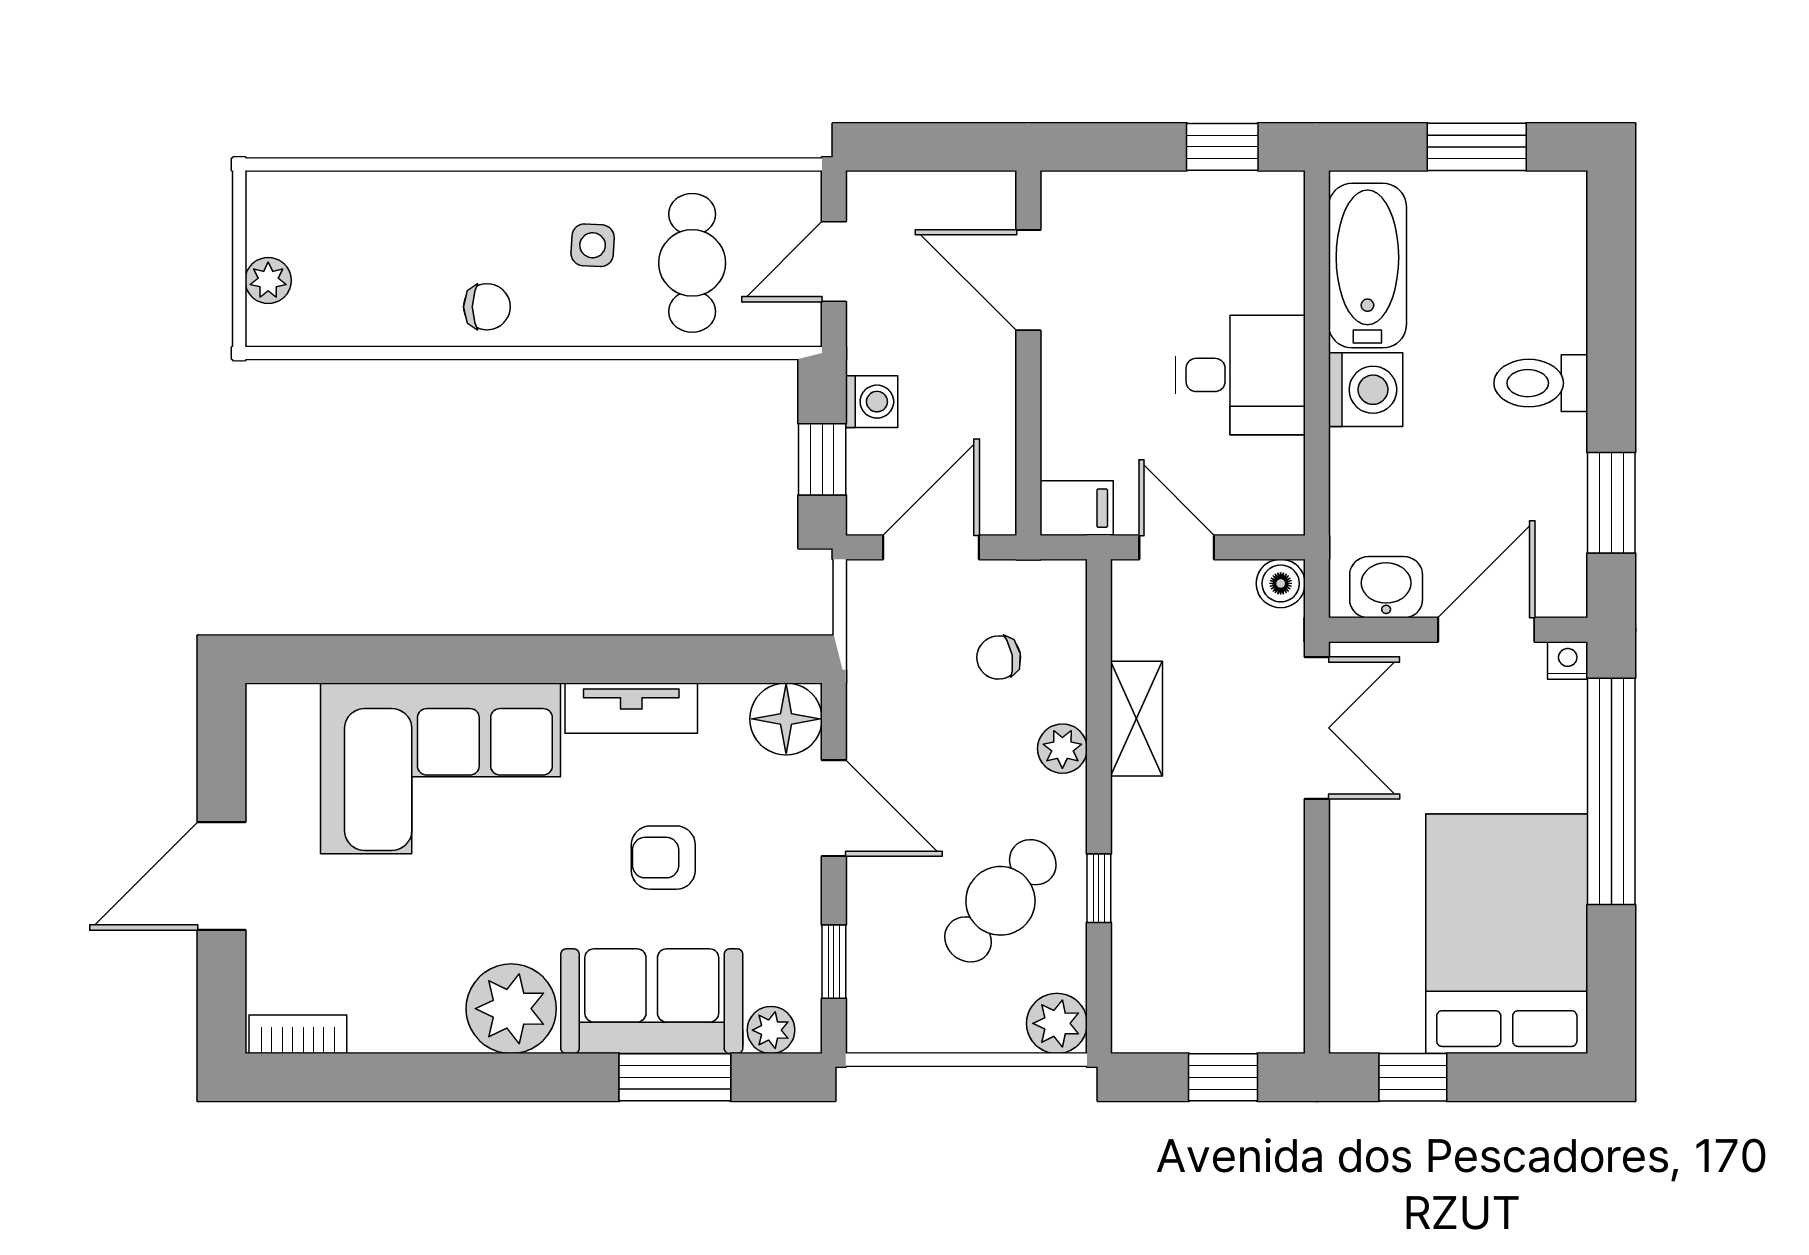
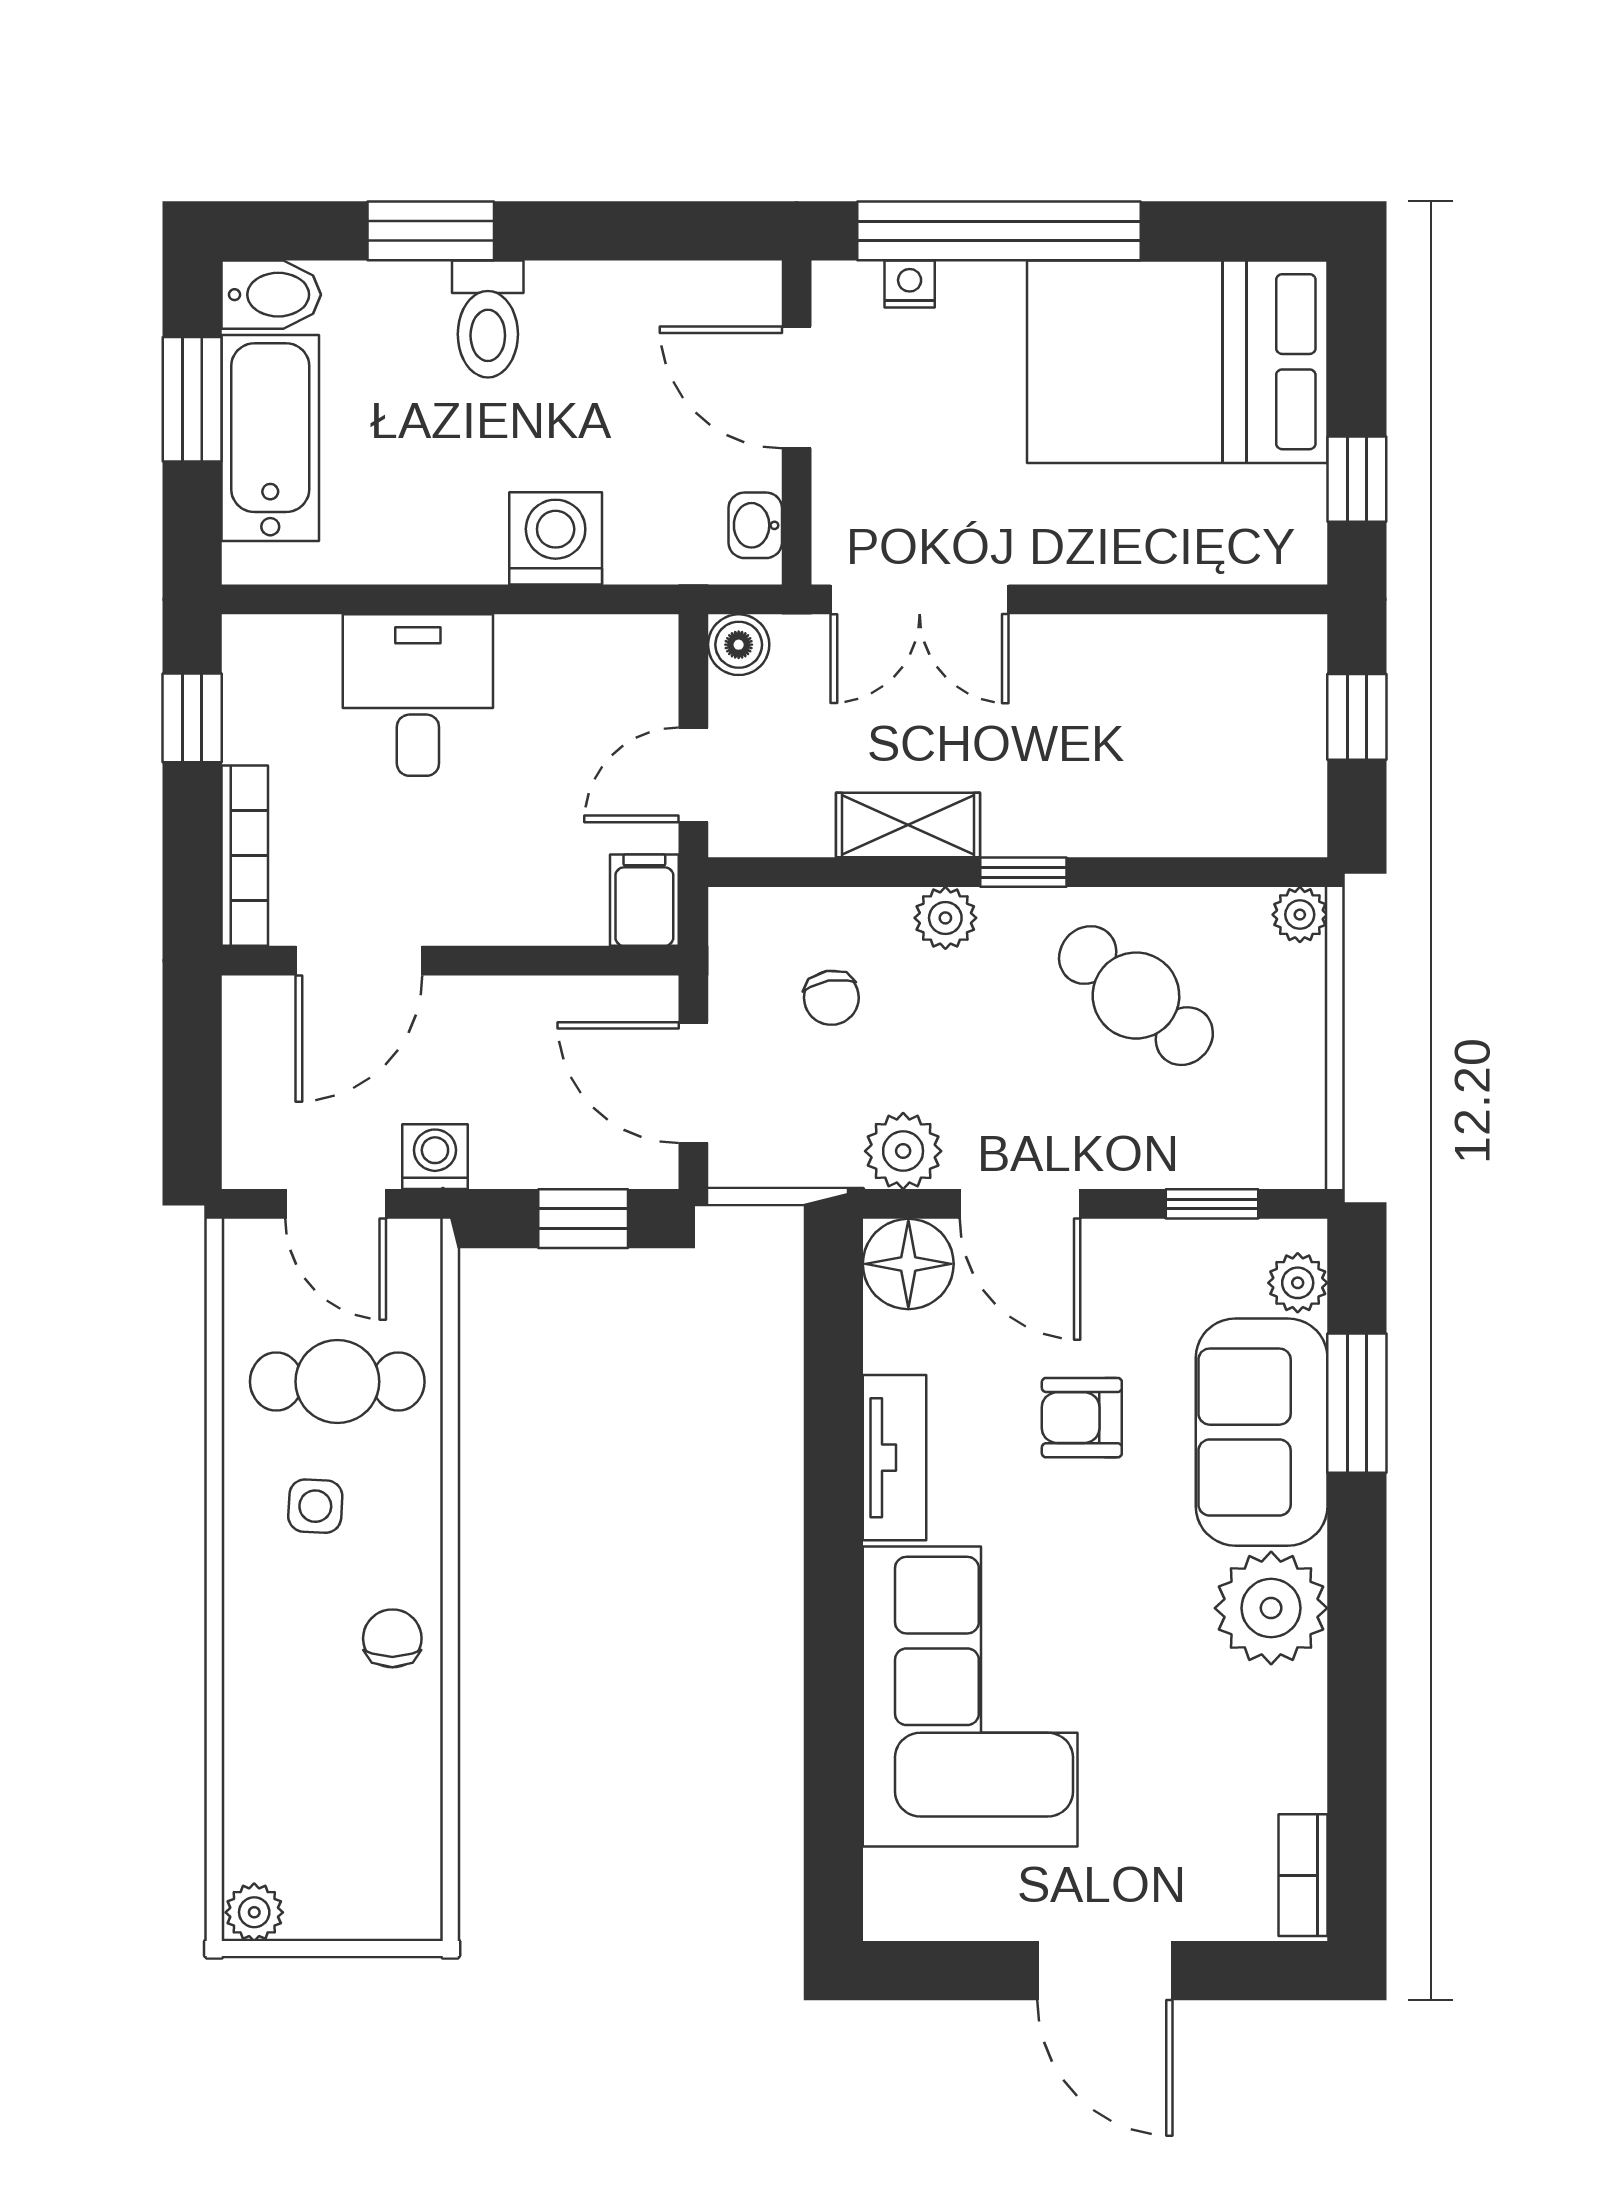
bookcase: (1112, 189) -> (245, 856), added
bidet: (1560, 210) -> (271, 295), added
bathtub: (1367, 266) -> (270, 438), moved, turned 90
plant: (268, 280) -> (254, 1912), moved
desk: (1240, 375) -> (418, 695), moved
washing machine: (1366, 390) -> (556, 538), moved
washing machine: (872, 402) -> (435, 1157), moved
window: (1611, 503) -> (431, 231), moved
washbasin: (1386, 587) -> (755, 525), width x0.72, depth x0.69
nightstand: (1568, 660) -> (910, 284), moved, turned 90
plant: (876, 715) -> (903, 1151), added
double door: (1317, 728) -> (920, 599), swing flipped
door: (834, 808) -> (1020, 1204), swing flipped
armchair: (663, 858) -> (1082, 1418), turned 90
window: (1099, 888) -> (1023, 872), moved
plant: (1057, 1023) -> (1300, 915), width x0.73, depth x0.73

